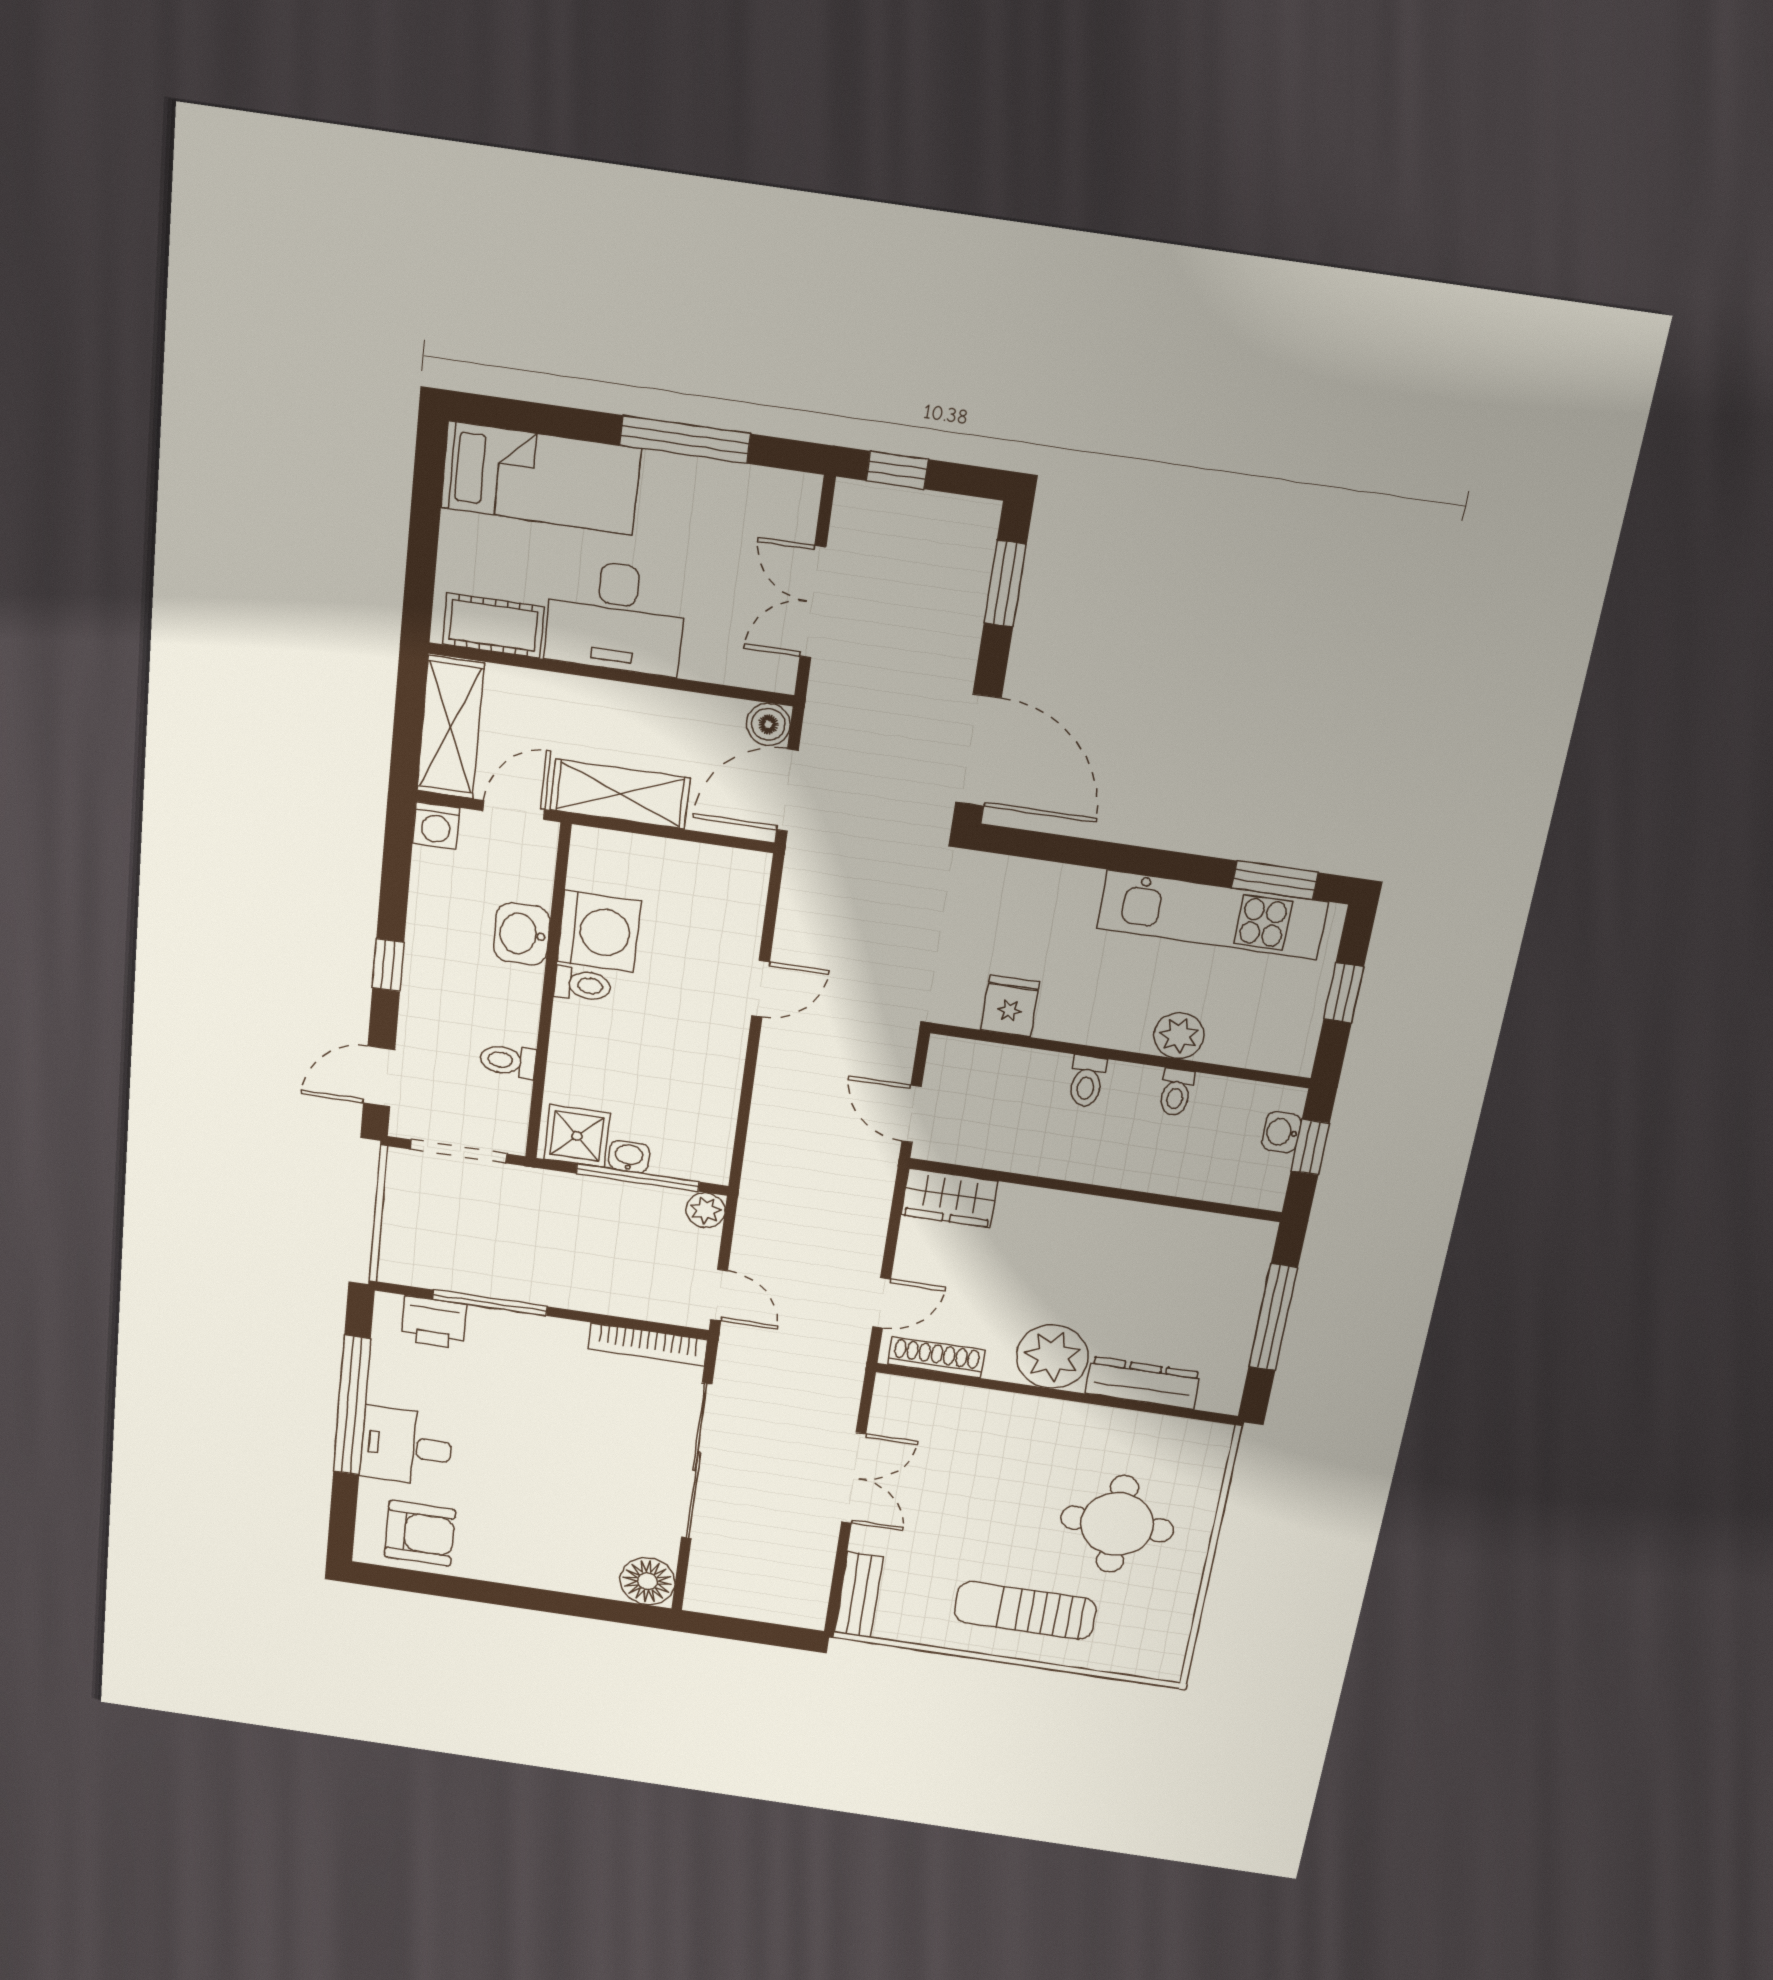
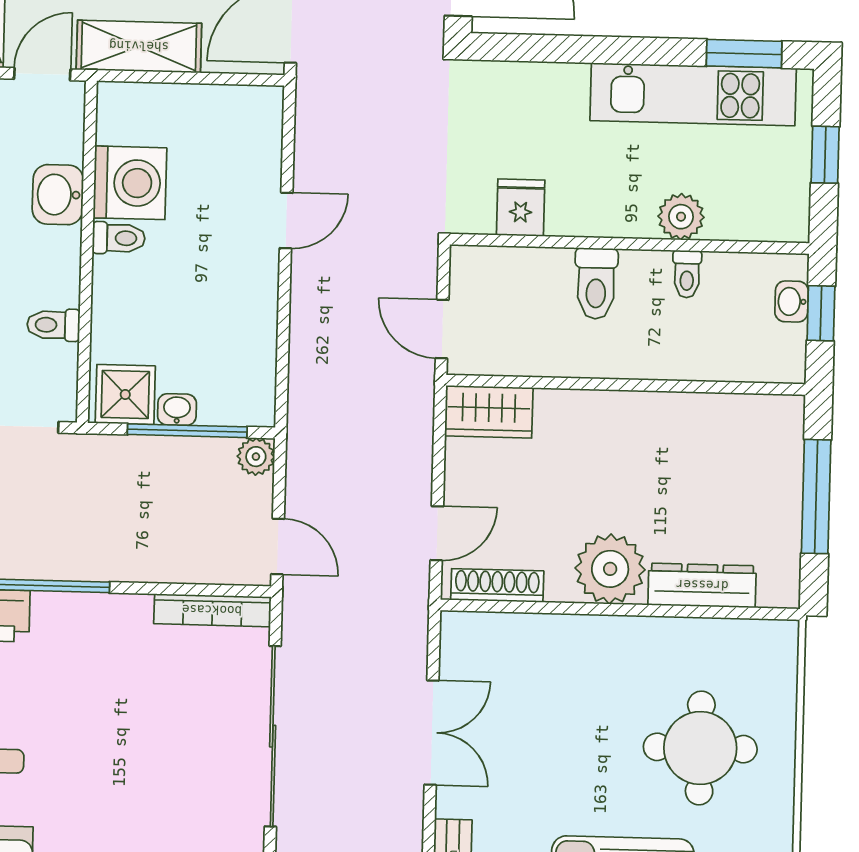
toilet: (1087, 1081) -> (596, 284), width x1.37, depth x1.39

